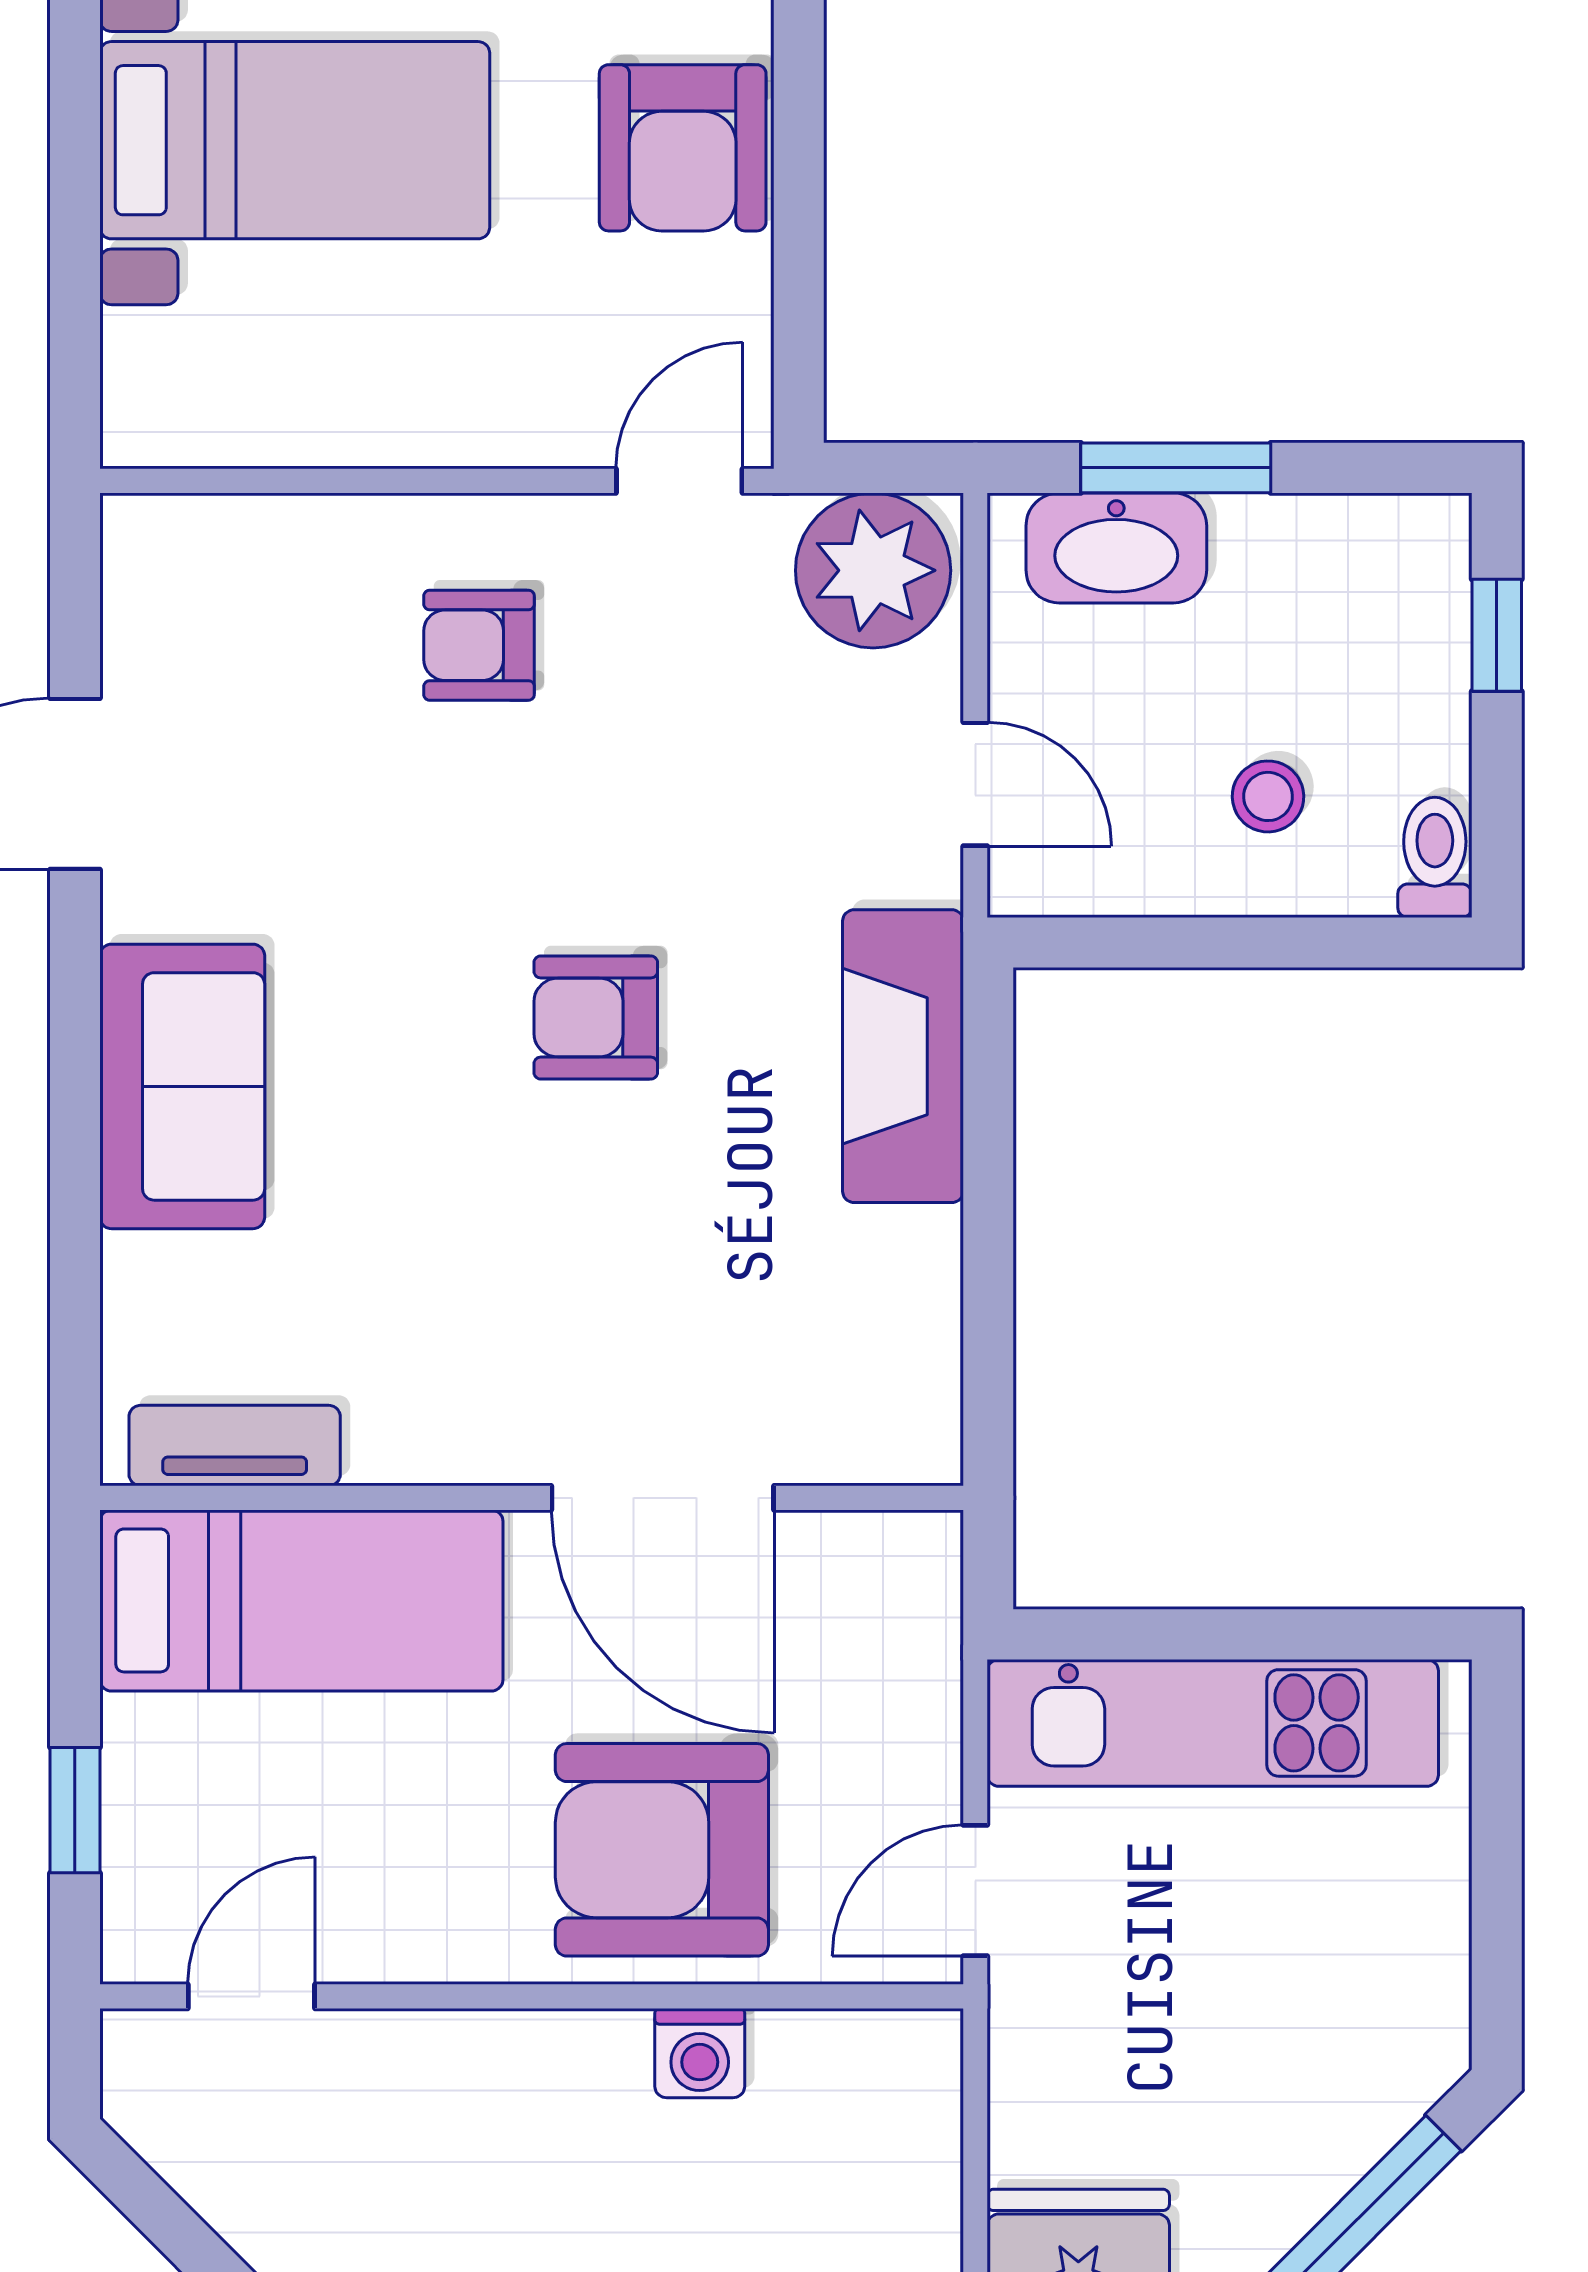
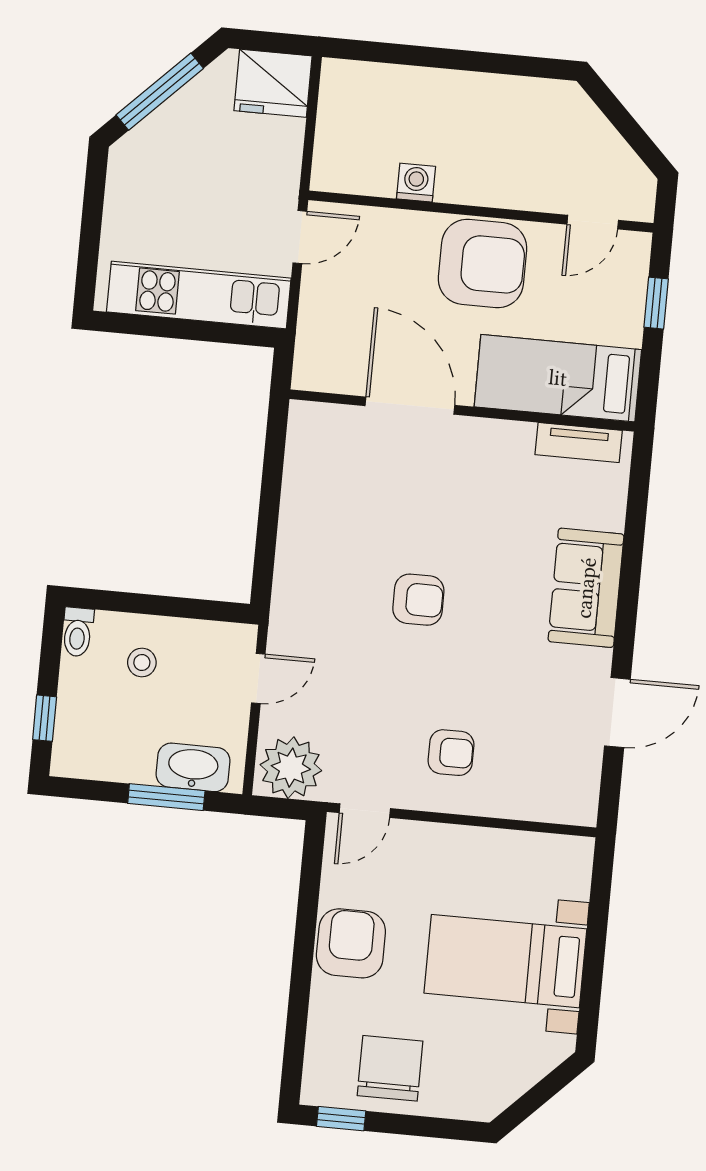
door: (975, 784) -> (258, 678), swing flipped
fireplace: (903, 1056) -> (297, 573), removed
armchair: (662, 1850) -> (483, 264), moved

